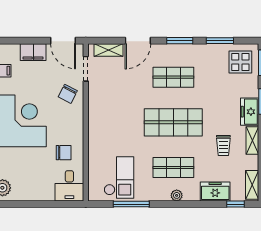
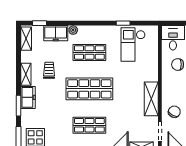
shelving: (96, 110) -> (151, 99), added
plant: (177, 195) -> (73, 30), moved
window: (131, 204) -> (123, 23), width x0.46

